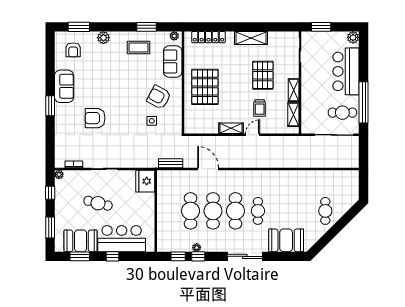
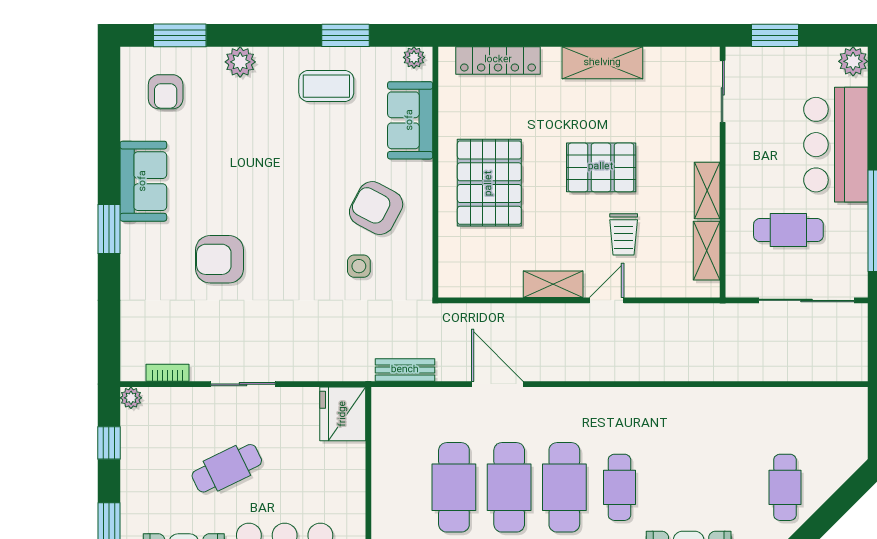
pallet: (263, 75) -> (601, 167), moved, turned 90
cafe table: (342, 113) -> (788, 230), moved
cafe table: (98, 203) -> (227, 468), turned -40

